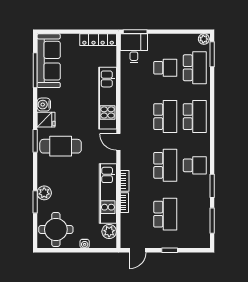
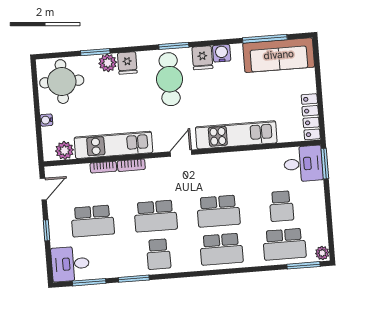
fridge: (46, 178) -> (127, 63), added
desk: (197, 234) -> (70, 264), added
door: (138, 250) -> (43, 189), swing flipped

